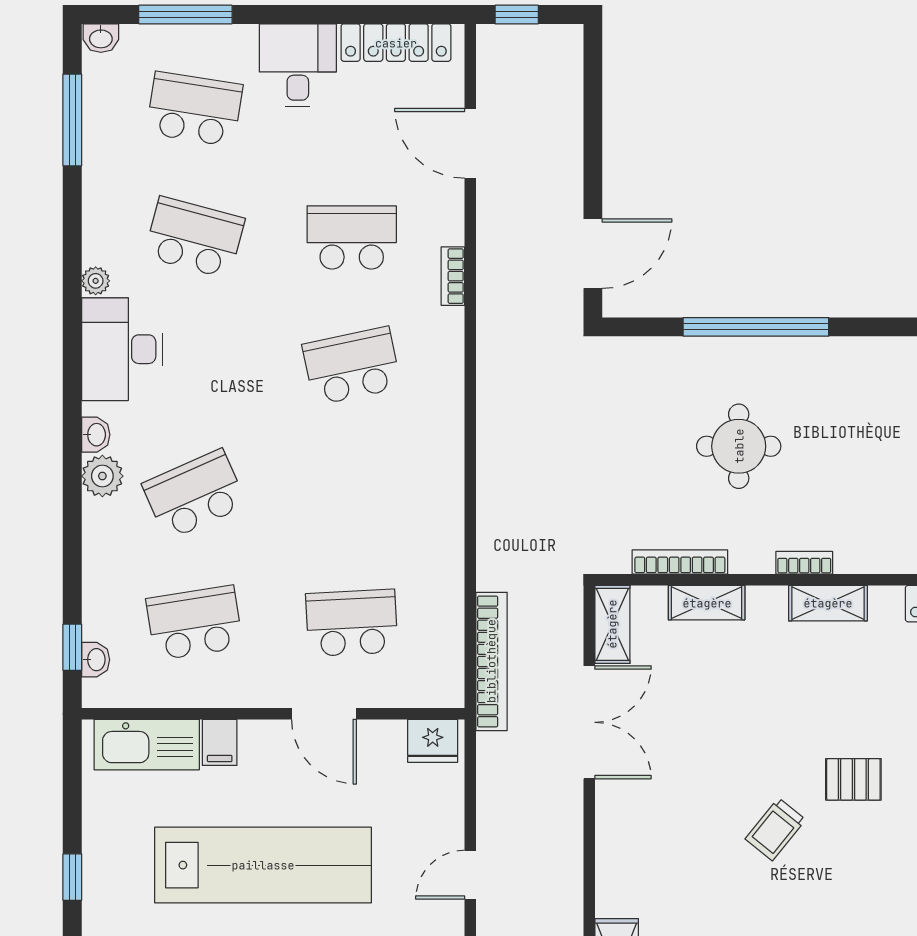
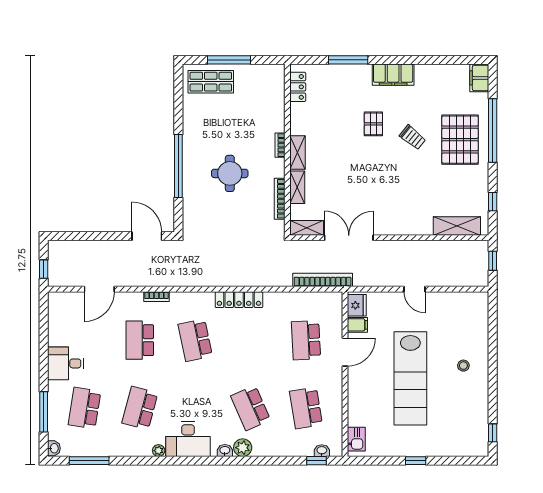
locker: (396, 43) -> (239, 300), moved, turned 90
shelving: (828, 603) -> (297, 153), moved
filing cabinet: (220, 742) -> (357, 325), moved
kitchen sink: (147, 745) -> (356, 439), width x0.53, depth x0.81
trolley: (775, 829) -> (413, 137), moved
lab bench: (263, 865) -> (410, 378), turned 180

